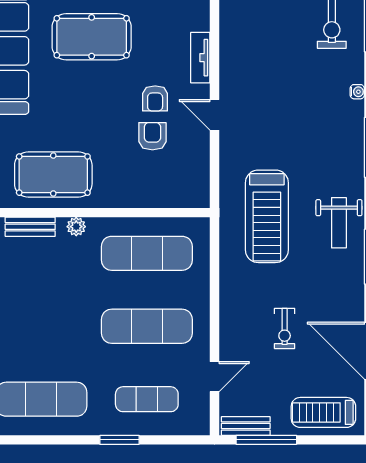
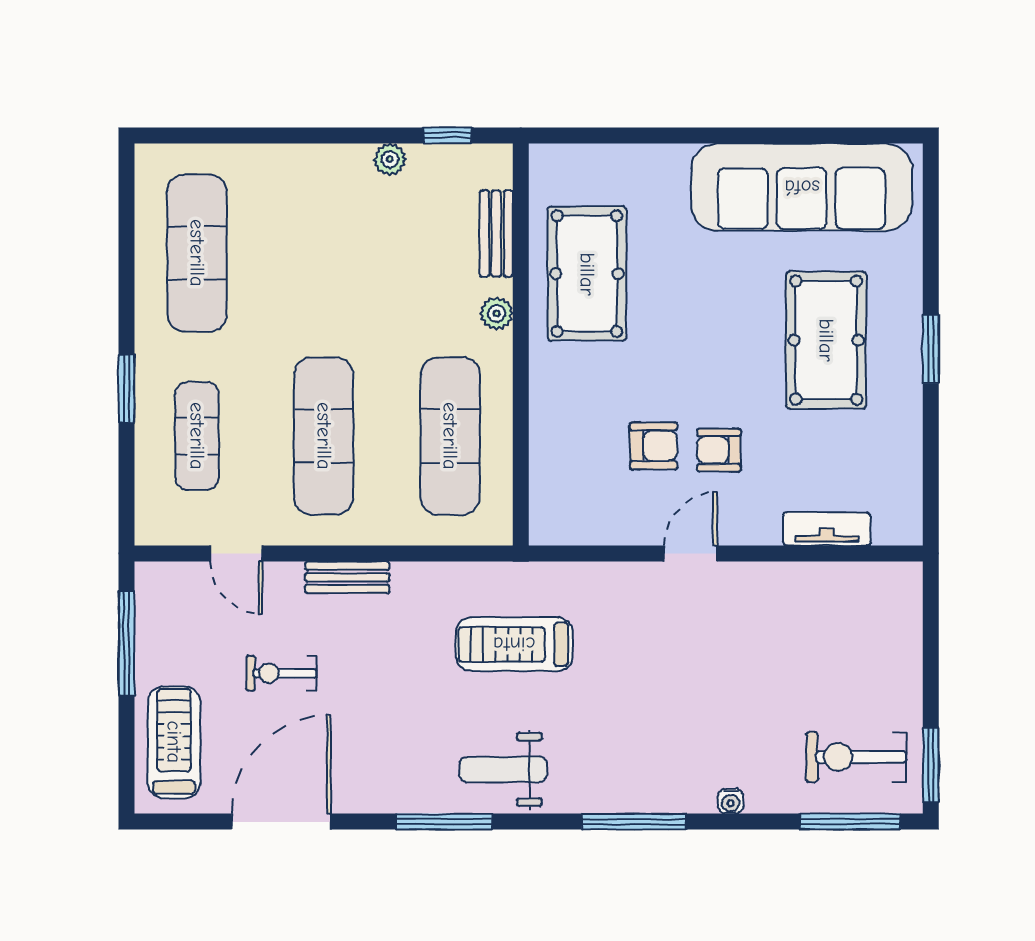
tv unit: (200, 58) -> (827, 529), moved
treadmill: (267, 216) -> (514, 644), width x0.73, depth x0.73
exercise bike: (285, 328) -> (281, 673), moved
bench: (246, 426) -> (347, 577), moved, turned 90

